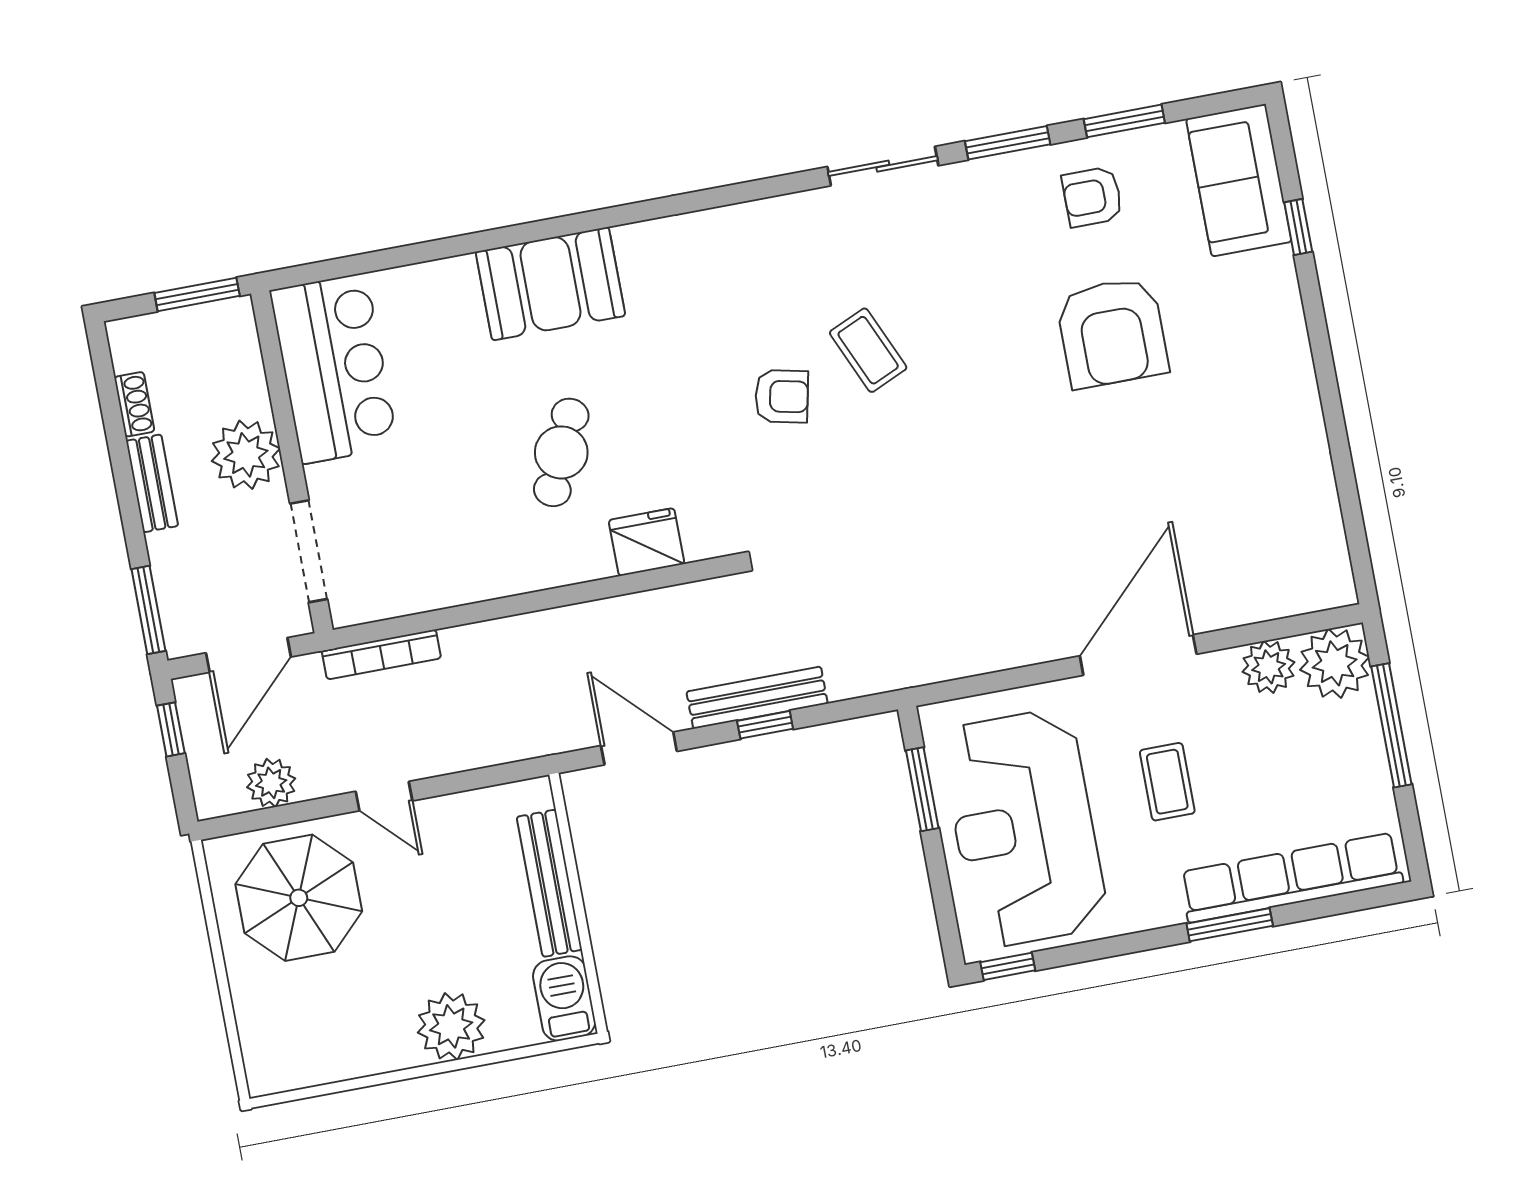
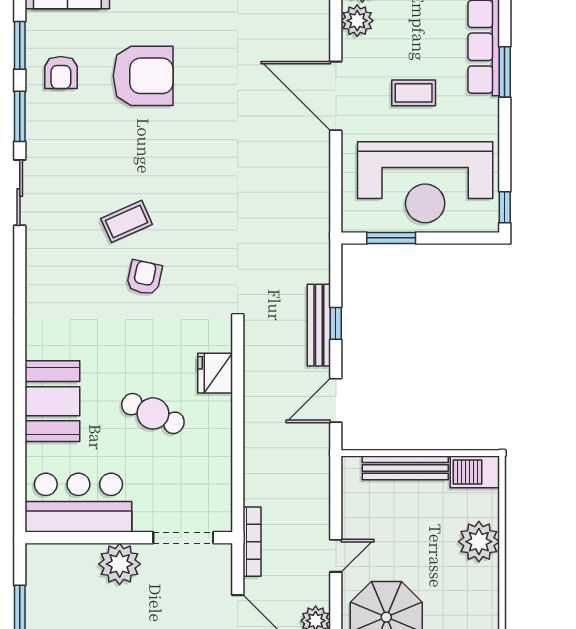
bar counter: (334, 368) -> (78, 503), moved
plant: (246, 455) -> (120, 564), moved
wall: (292, 462) -> (129, 538), moved
doorway: (309, 551) -> (183, 538), moved

